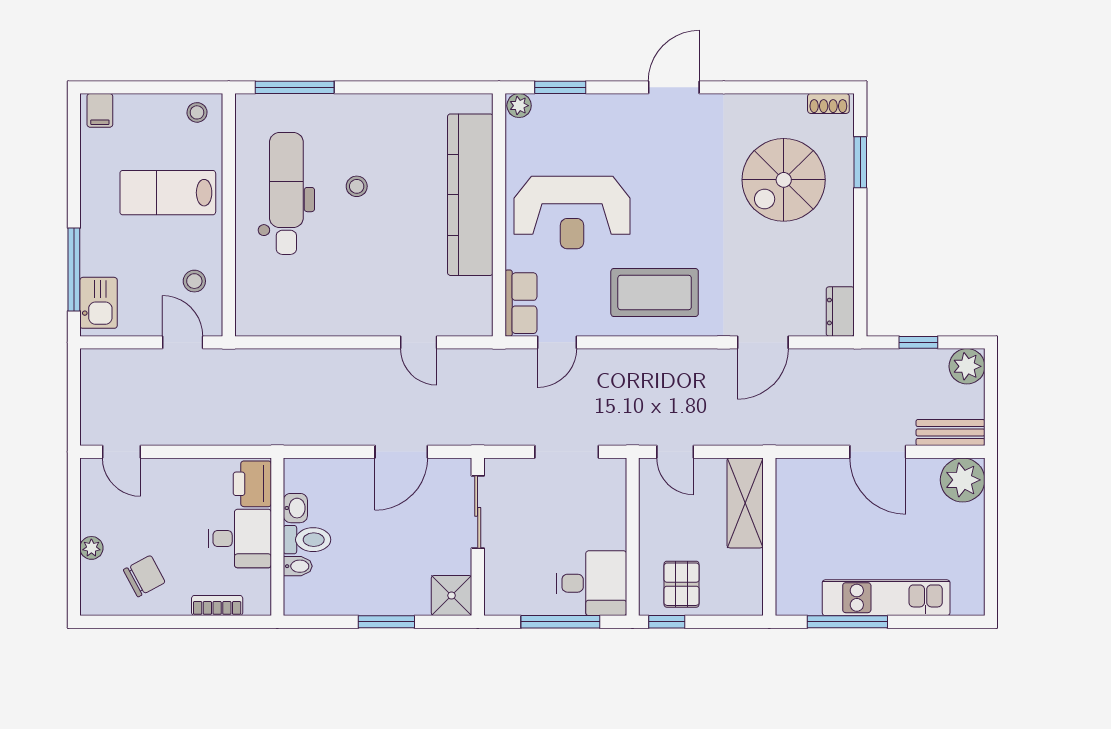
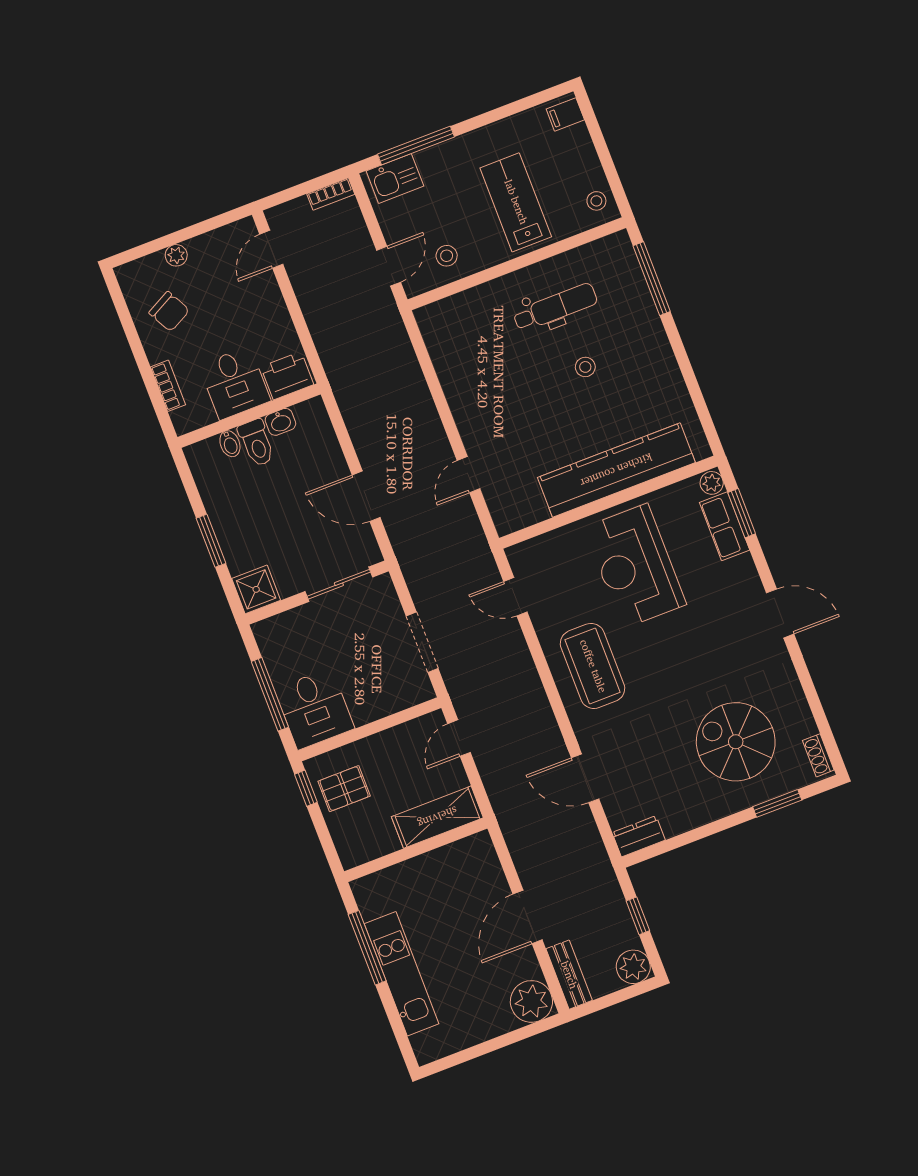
dental chair: (286, 193) -> (555, 307), width x0.73, depth x0.72
row of seats: (521, 303) -> (725, 526), moved, turned 90
bookcase: (89, 372) -> (331, 194), added

